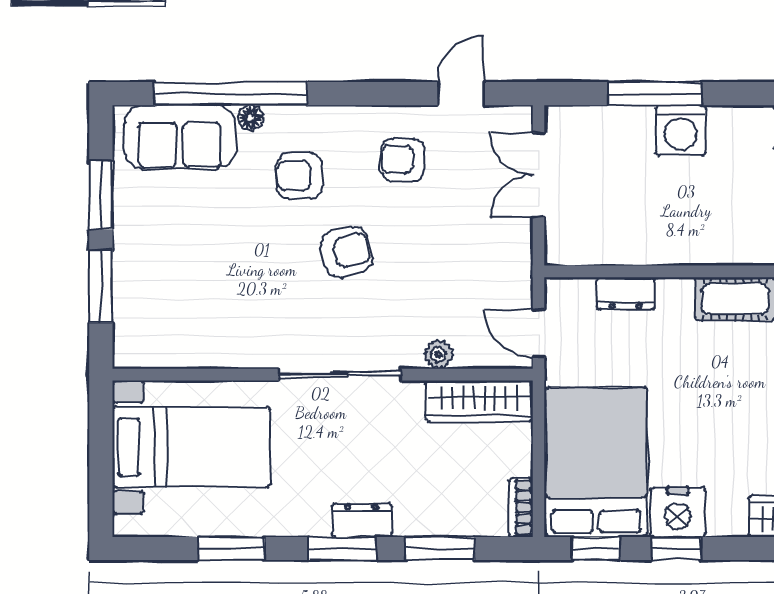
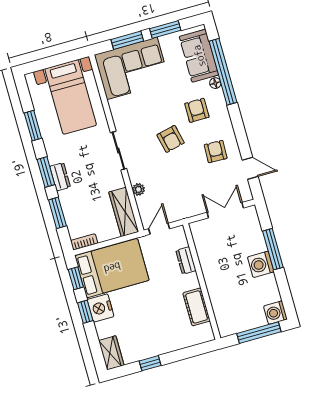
corner sofa: (166, 293) -> (132, 68), added
sliding door: (340, 375) -> (118, 151), width x0.73

